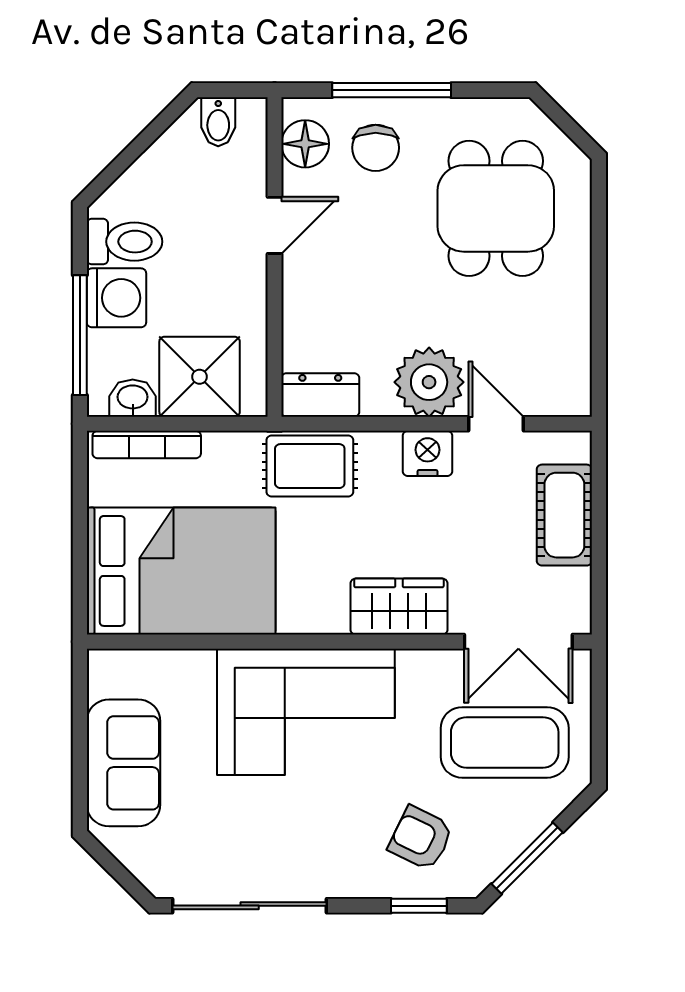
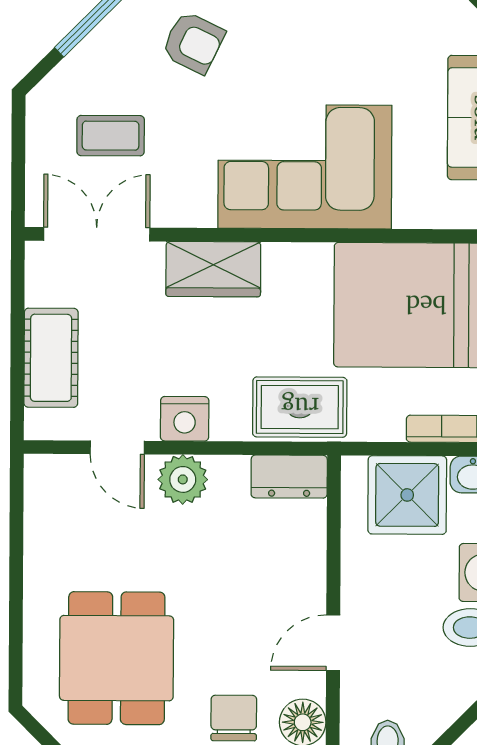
plant: (429, 382) -> (183, 479), width x0.73, depth x0.73
coffee table: (505, 742) -> (111, 136), width x0.54, depth x0.58

